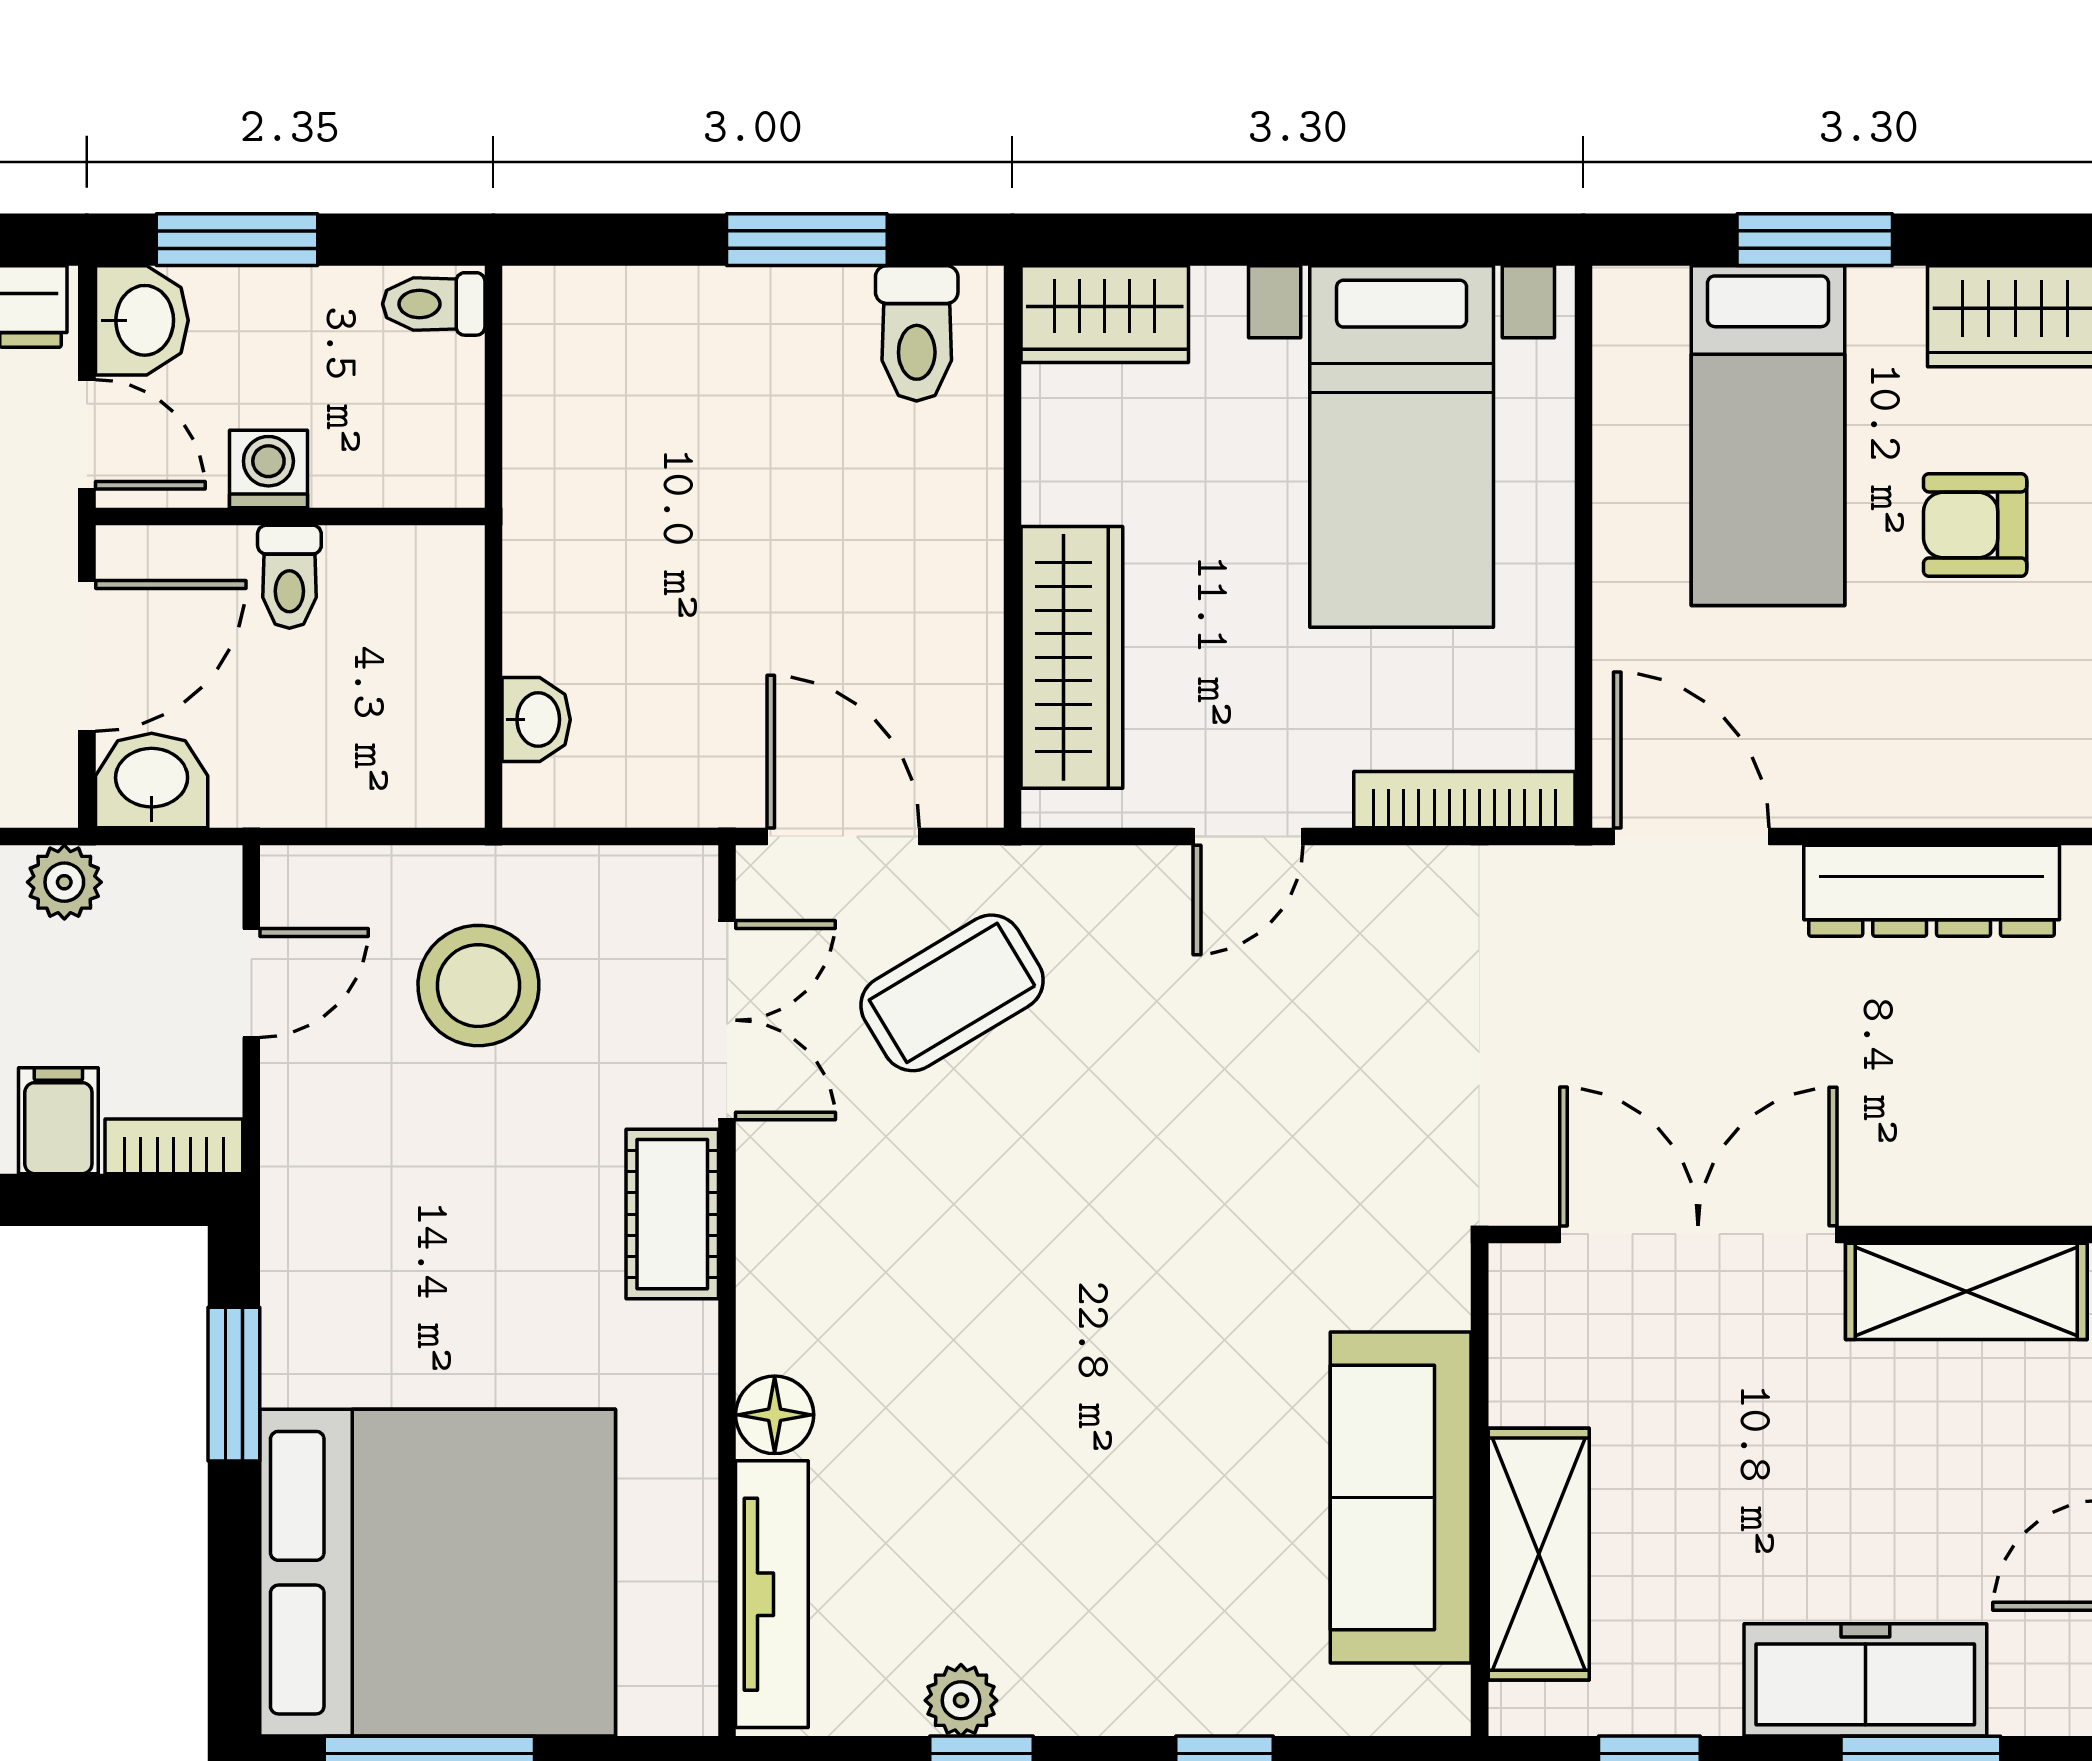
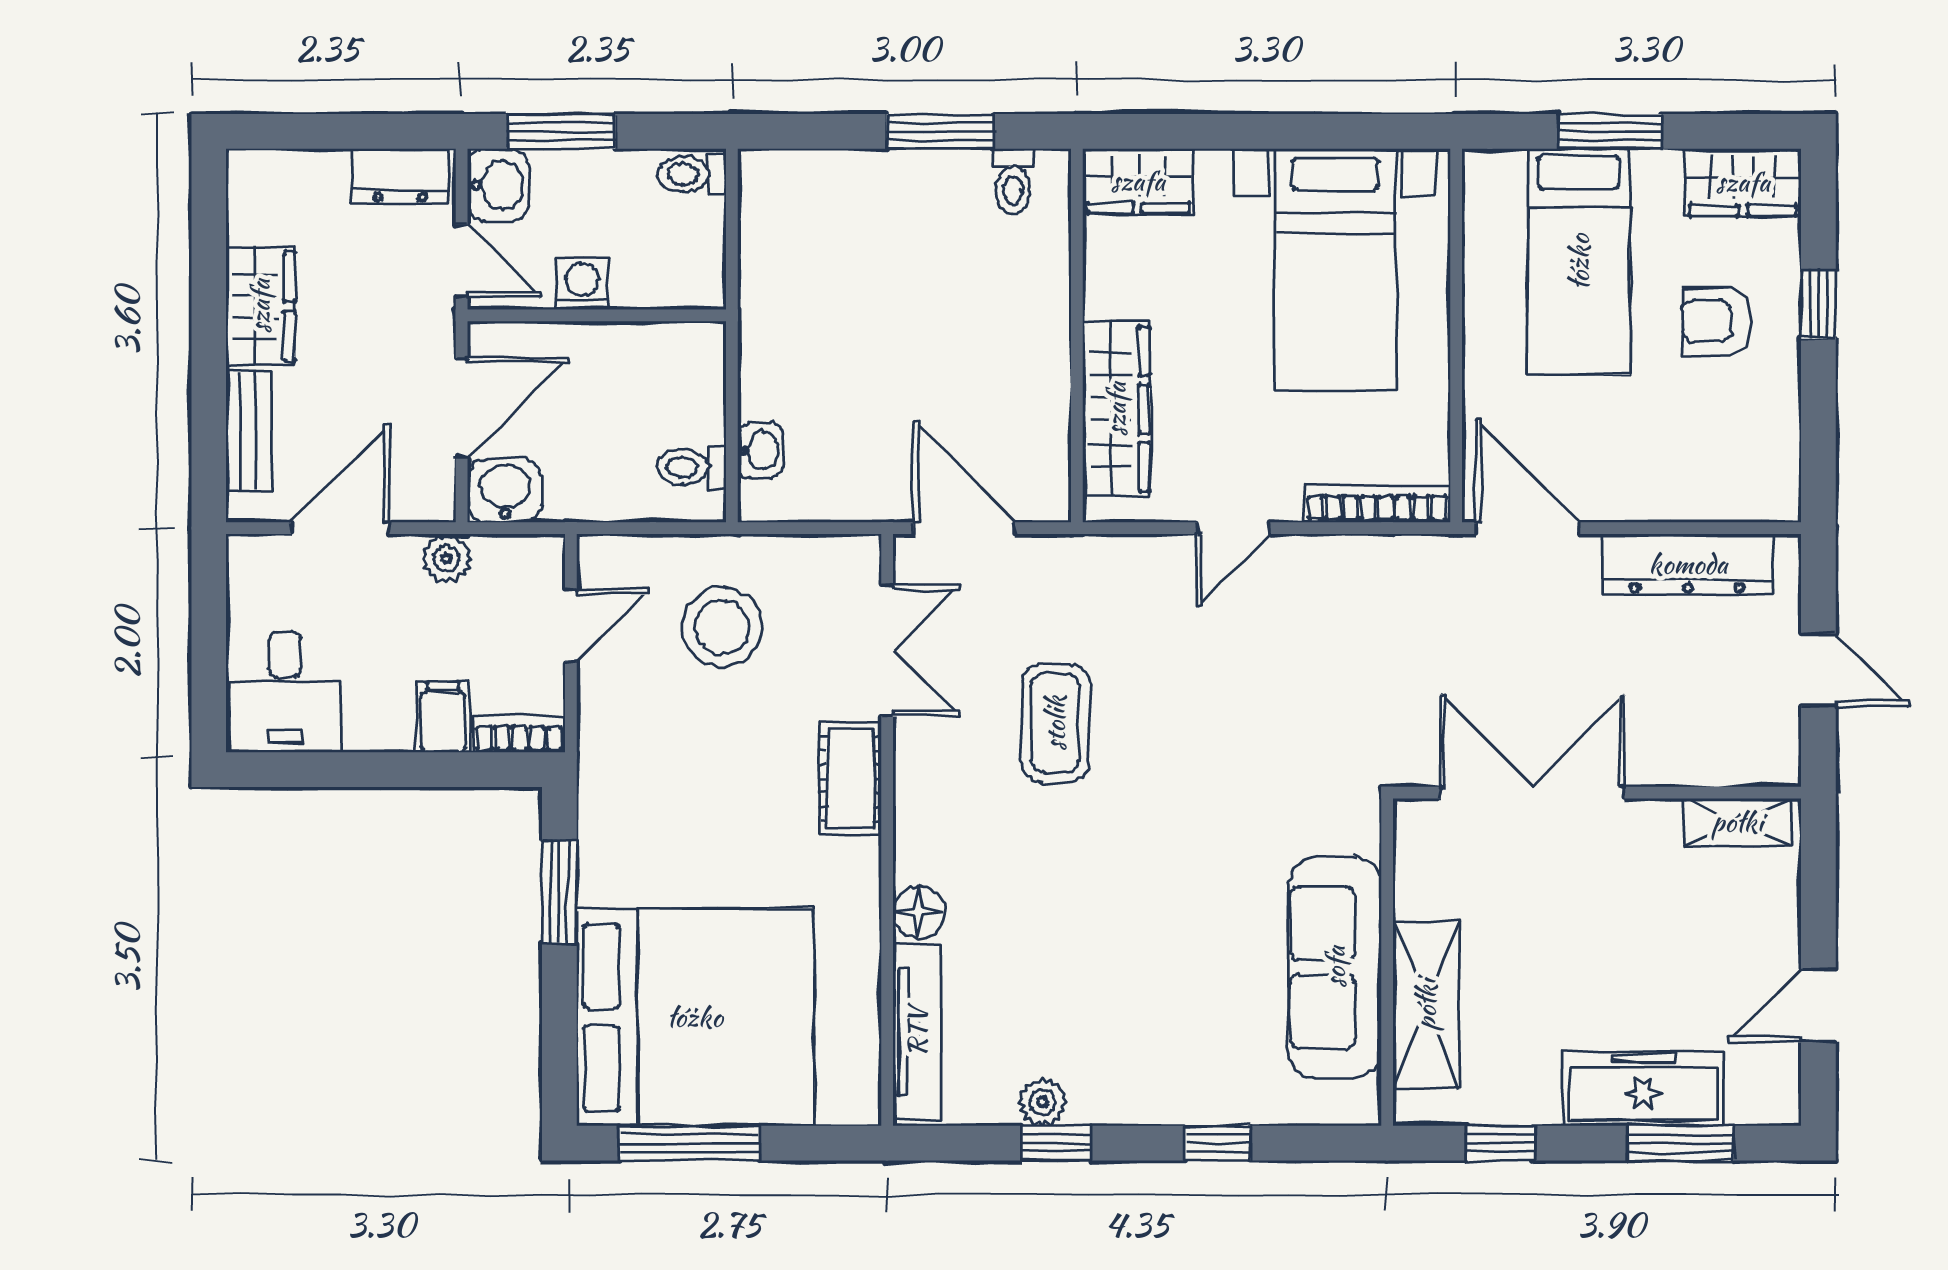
toilet: (917, 333) -> (1013, 181), width x0.73, depth x0.72
toilet: (289, 577) -> (692, 467), moved, turned 90
coffee table: (952, 993) -> (1055, 723), moved, turned -59
shelving: (1966, 1291) -> (1737, 822), width x0.67, depth x0.75

